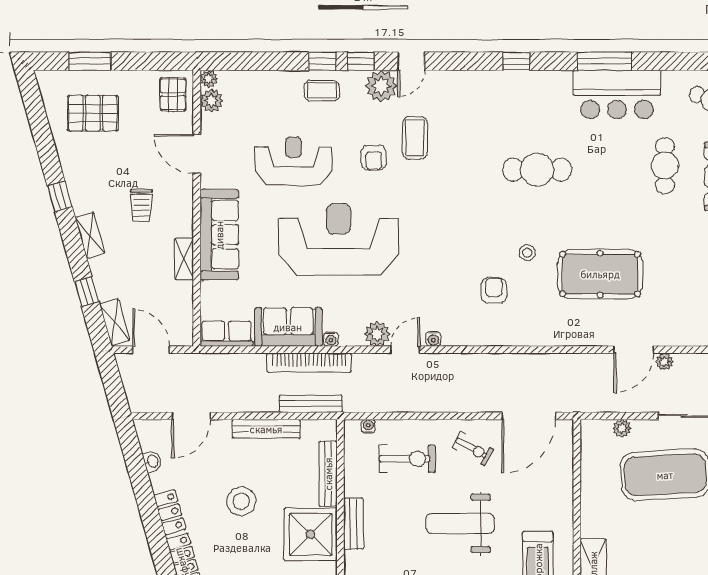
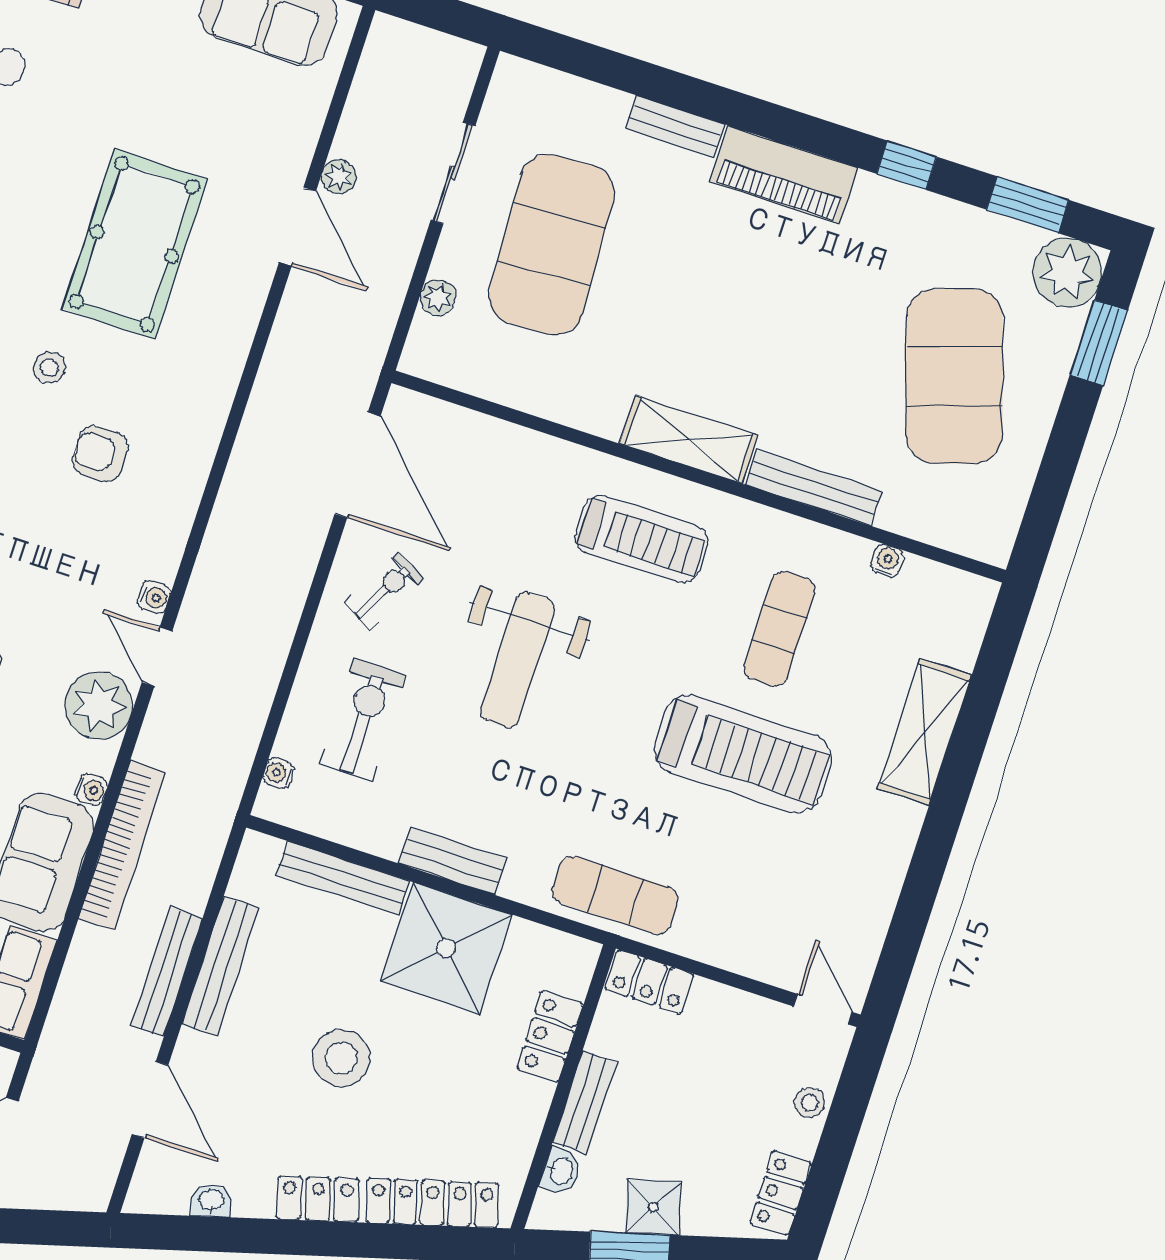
plant: (377, 334) -> (99, 705), width x1.36, depth x1.36
bench: (311, 404) -> (167, 972), moved

